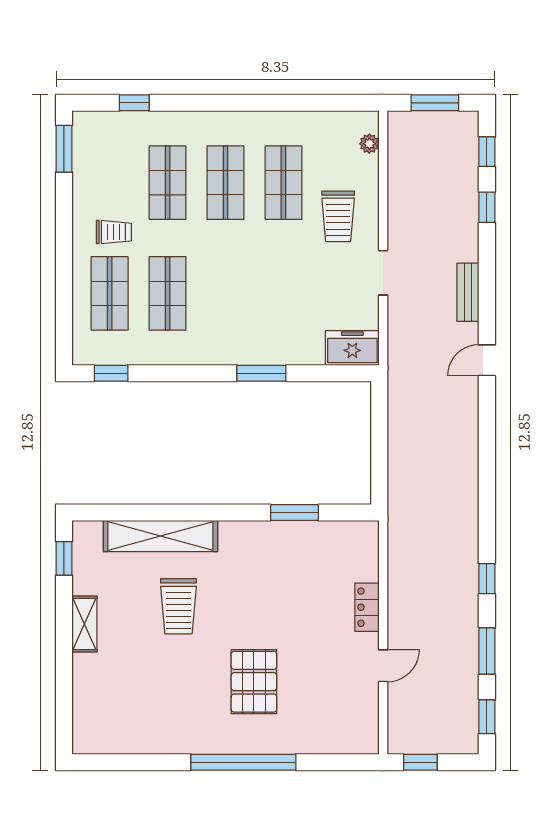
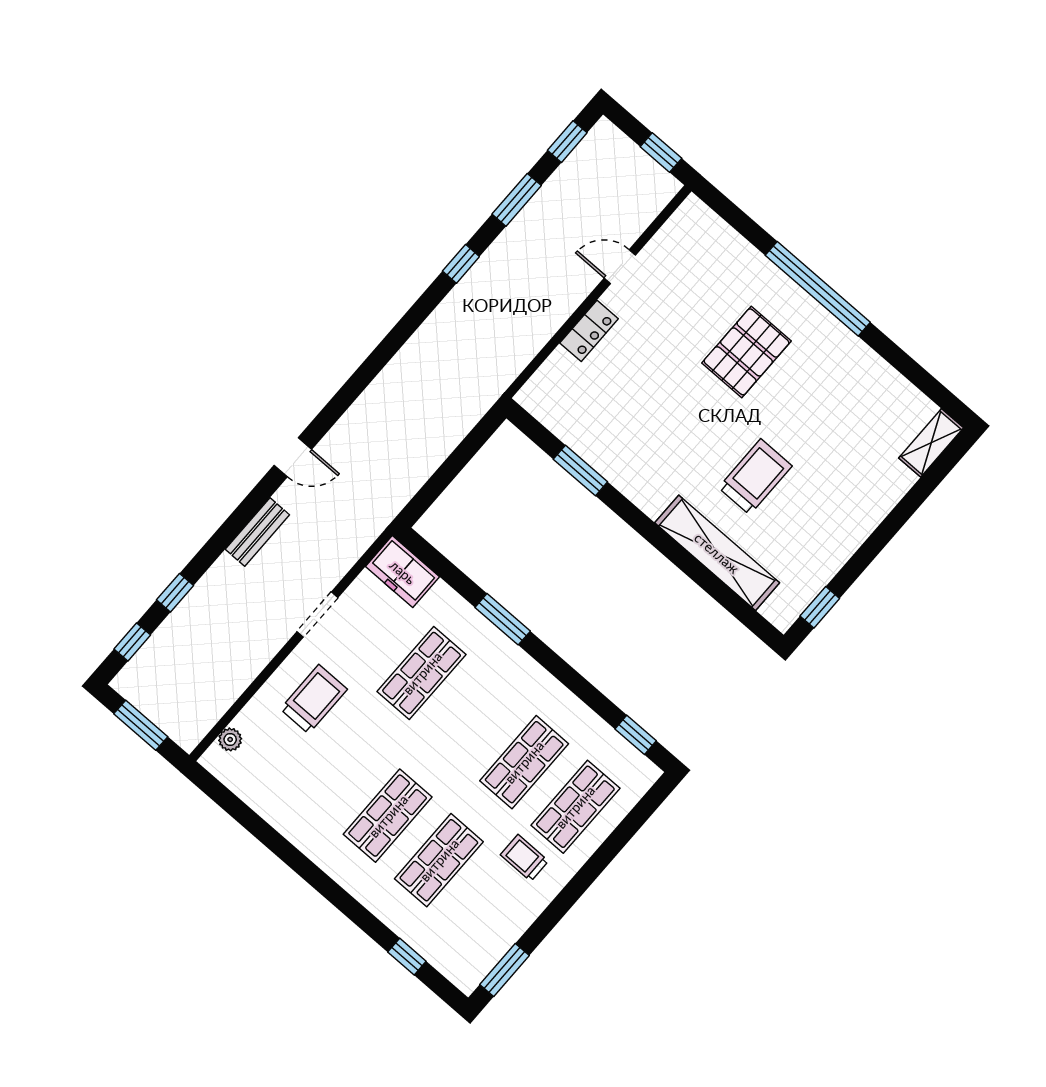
shop shelf: (283, 183) -> (422, 673), moved
shelving: (84, 624) -> (931, 443), moved

